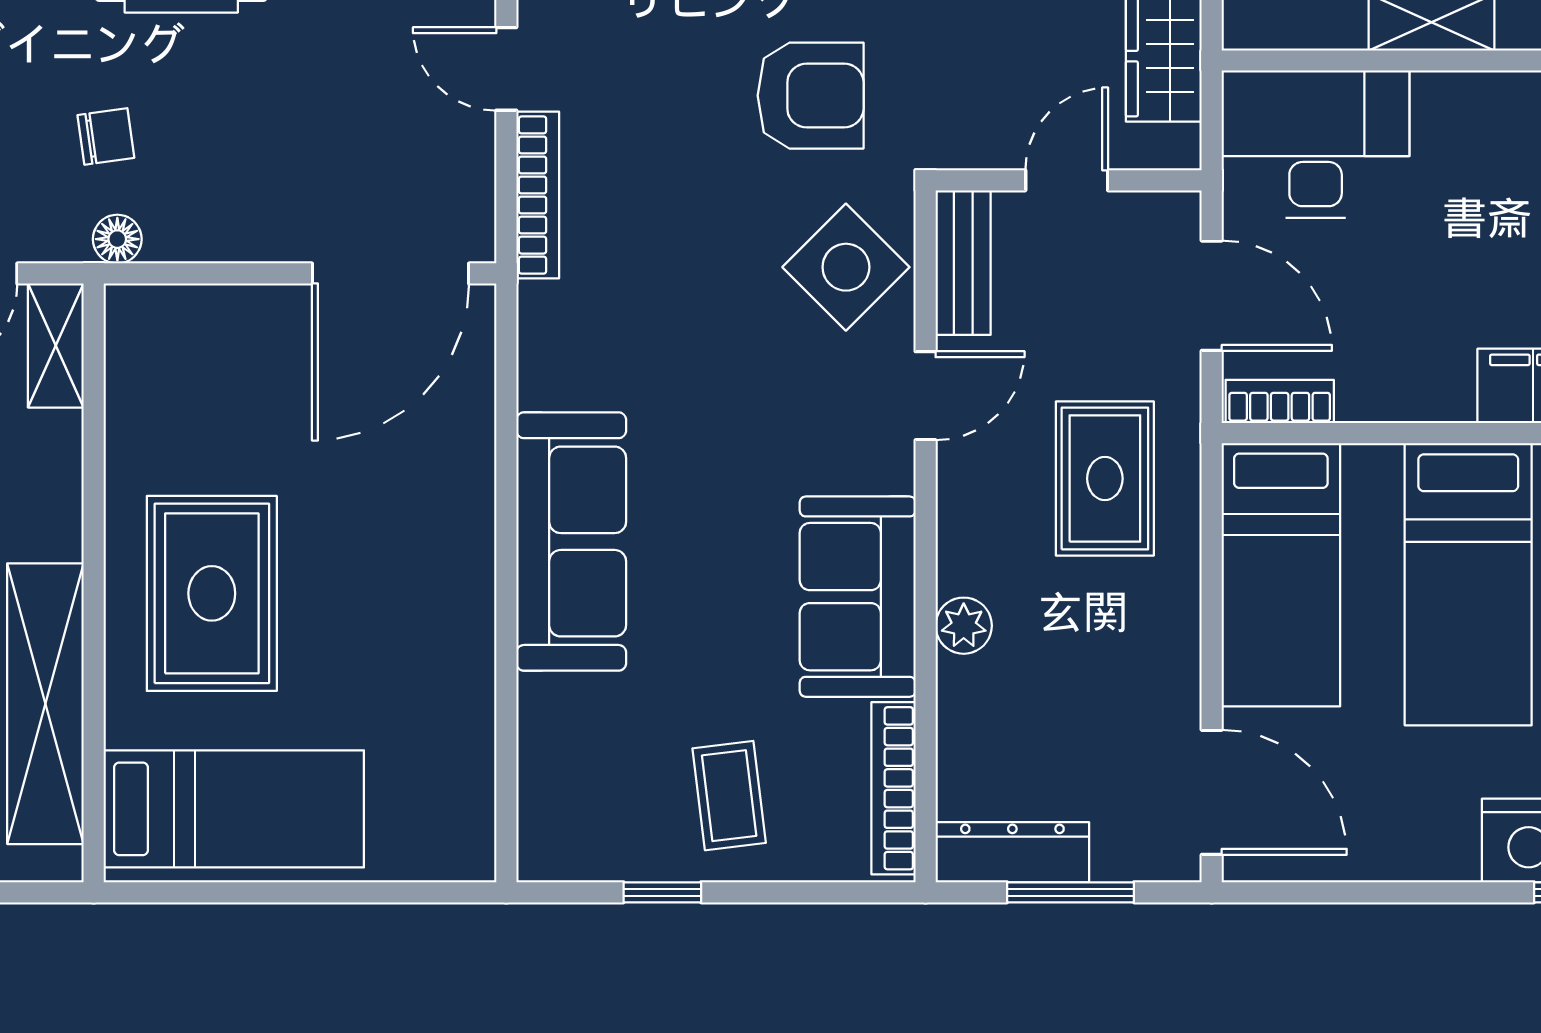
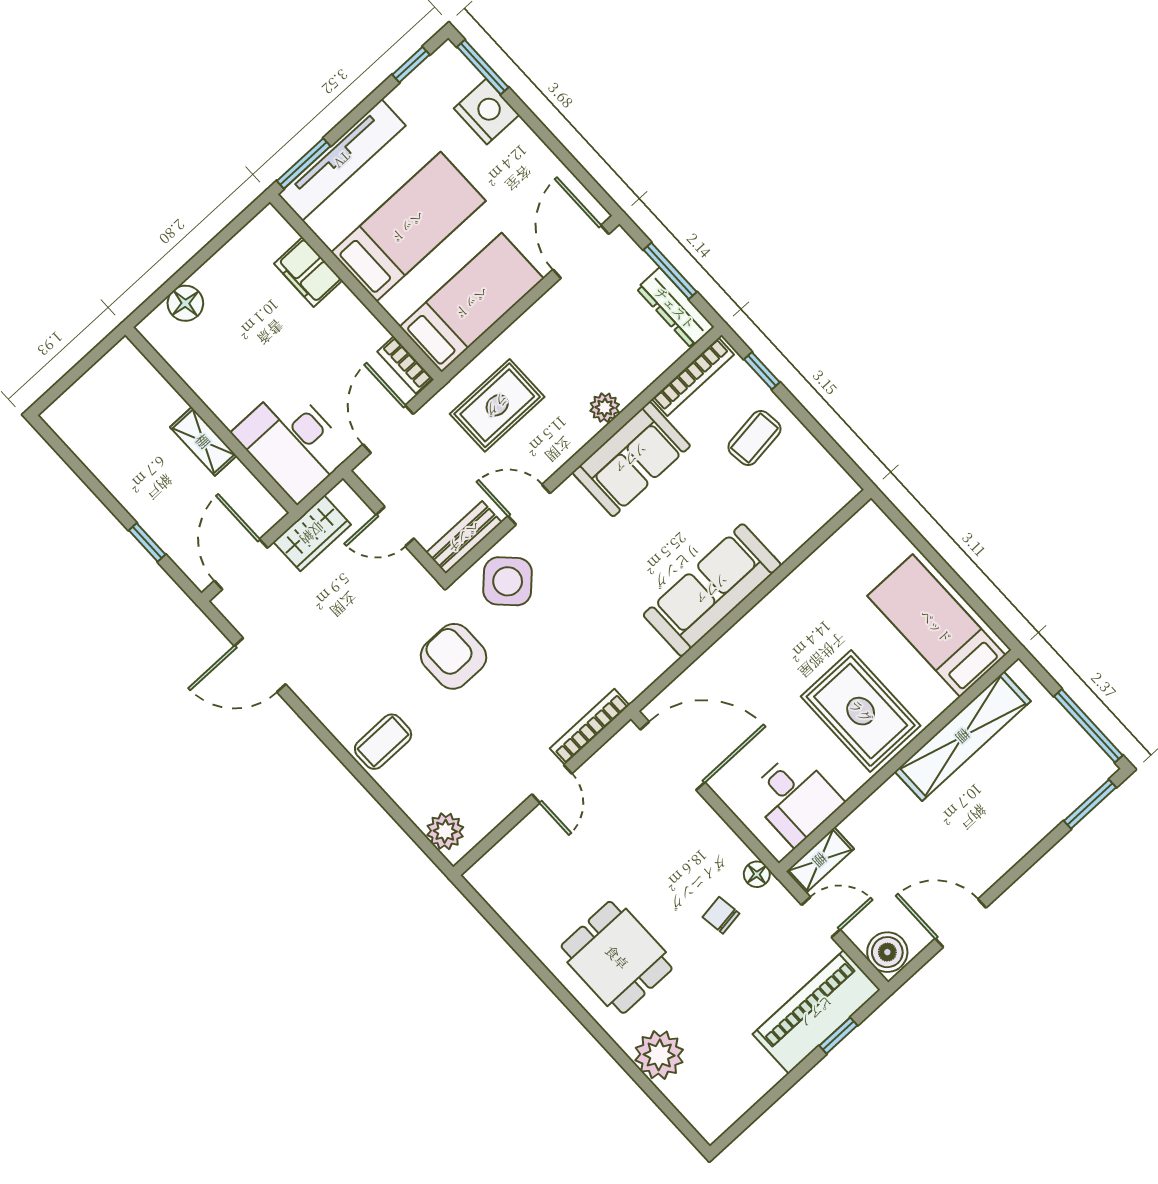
desk: (175, 390) -> (795, 798), added
rug: (212, 593) -> (861, 711), turned 90
window: (662, 892) -> (762, 371), moved

